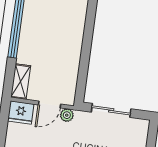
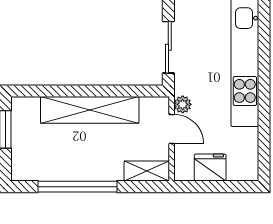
shelving: (72, 45) -> (90, 110), added
fridge: (21, 113) -> (210, 168), moved, turned -90

